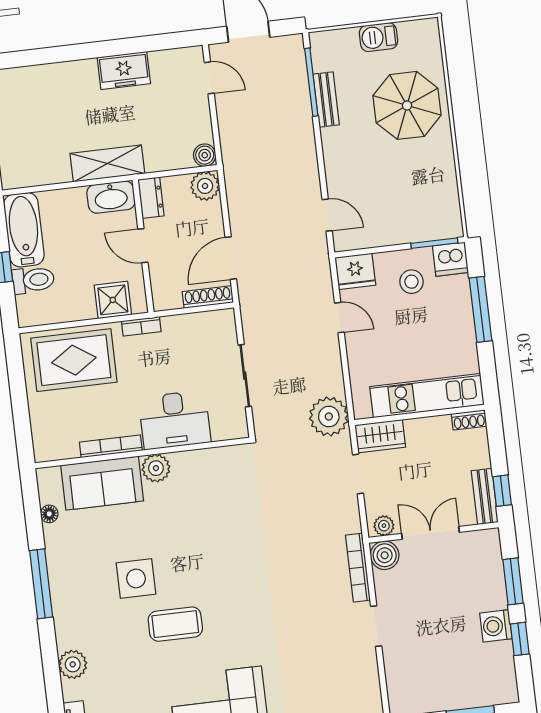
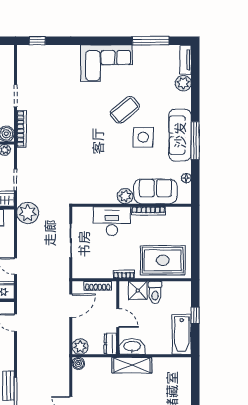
toilet: (33, 280) -> (155, 292), moved, turned -90
shoe rack: (208, 297) -> (98, 286), moved
sofa: (70, 590) -> (180, 135), added
coffee table: (175, 624) -> (125, 110), turned -39
plant: (73, 664) -> (183, 83), moved

